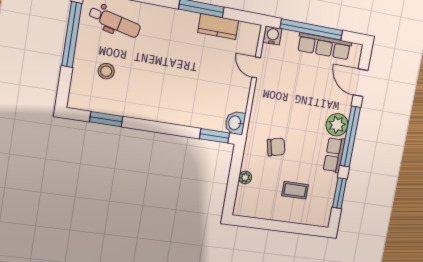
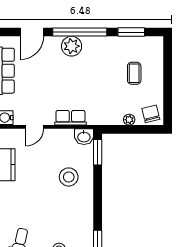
stool: (192, 97) -> (69, 177), added
chair: (276, 147) -> (151, 114), moved
row of seats: (334, 155) -> (70, 118), moved, turned 180

